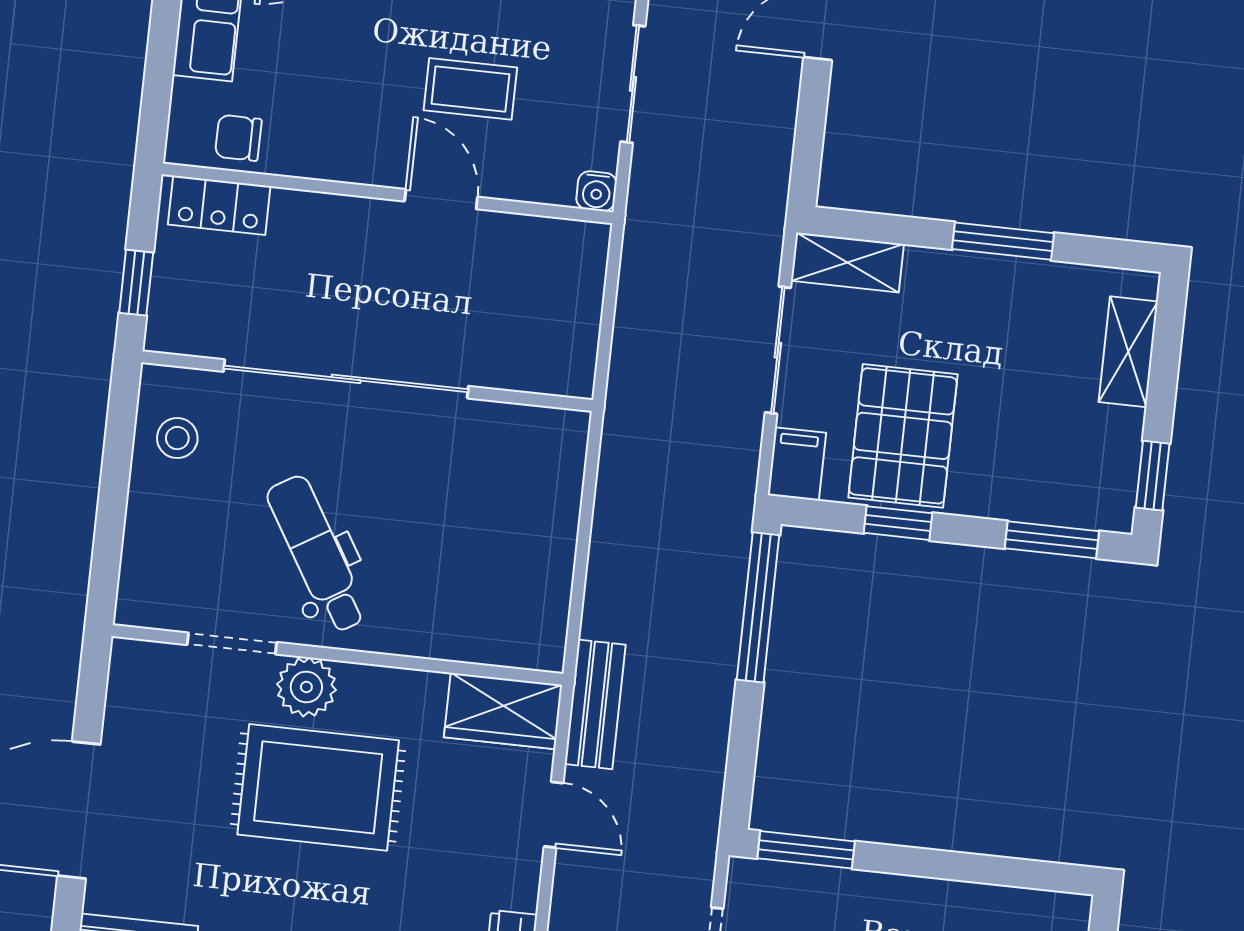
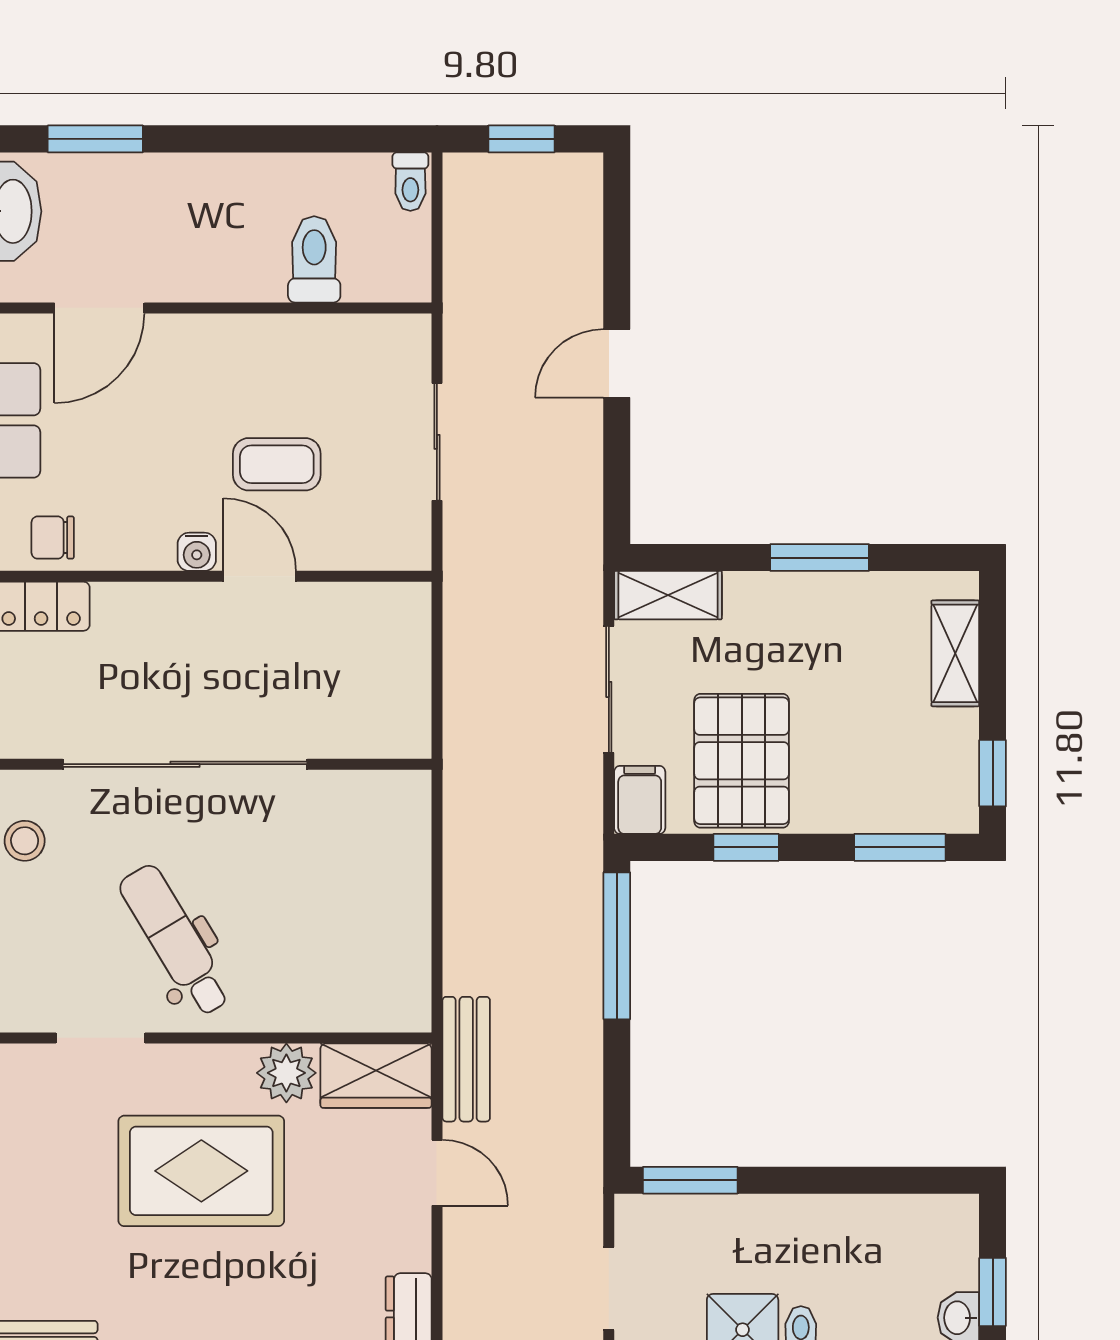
water cooler: (597, 191) -> (197, 552), moved
plant: (306, 687) -> (286, 1073), moved

